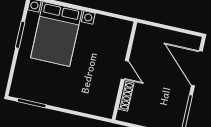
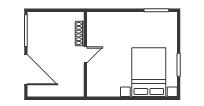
door: (125, 70) -> (85, 55), swing flipped

